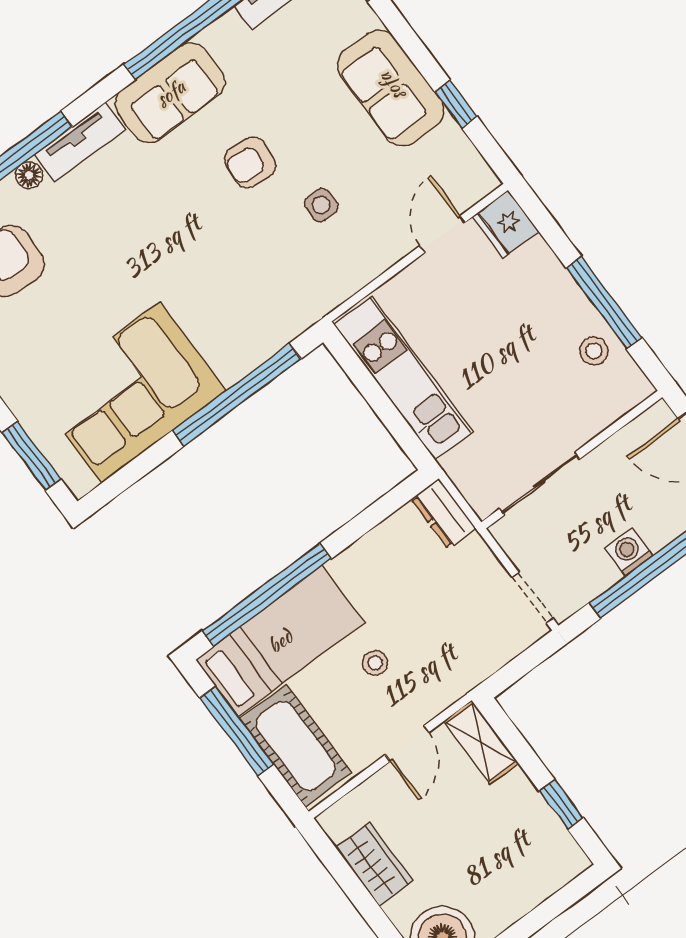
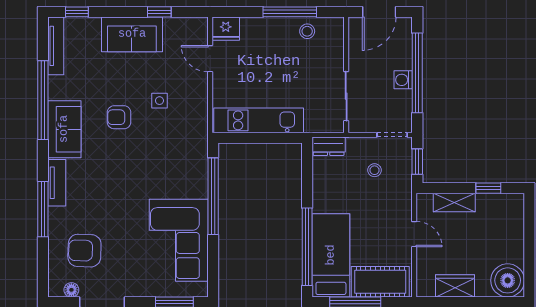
armchair: (250, 162) -> (119, 117), turned 85
floor lamp: (29, 175) -> (55, 215), removed
stool: (375, 663) -> (375, 170), moved
window: (520, 666) -> (417, 162), added
shelving: (481, 742) -> (454, 202), moved

